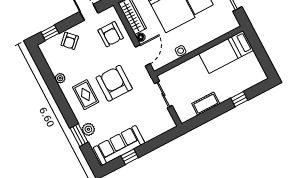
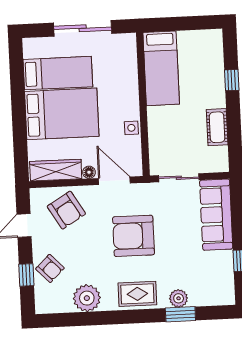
window: (50, 33) -> (26, 275), moved
armchair: (111, 34) -> (66, 210), turned 59
plant: (60, 78) -> (87, 298), width x1.87, depth x1.87
rug: (86, 95) -> (137, 294), moved
sofa: (119, 145) -> (216, 215), moved

